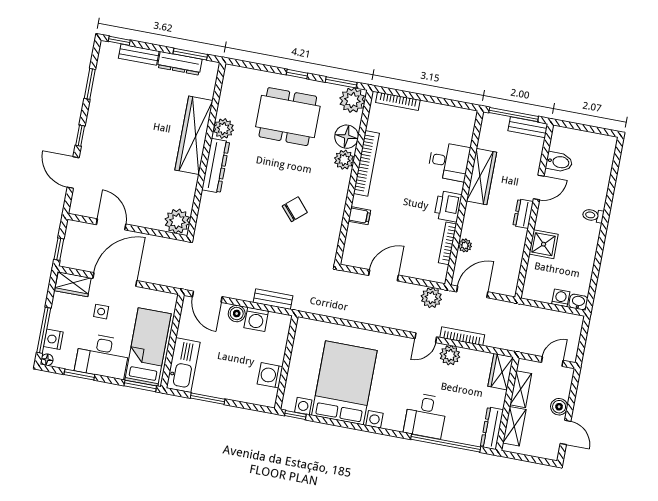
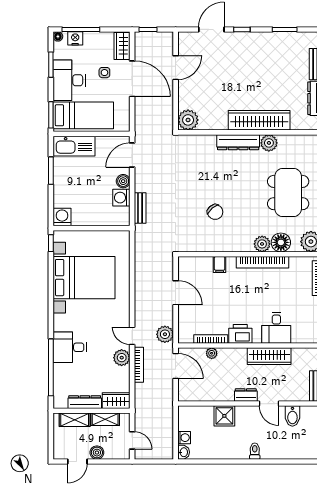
washing machine: (270, 375) -> (62, 217), moved
dresser: (492, 428) -> (85, 402), moved

